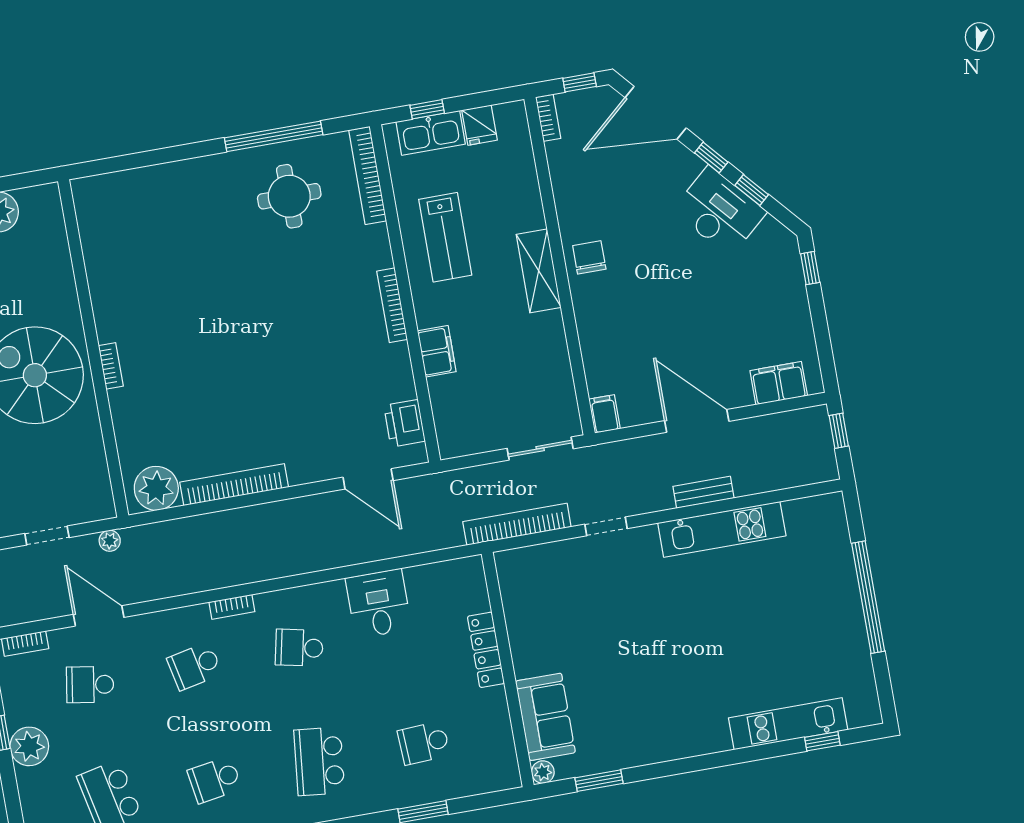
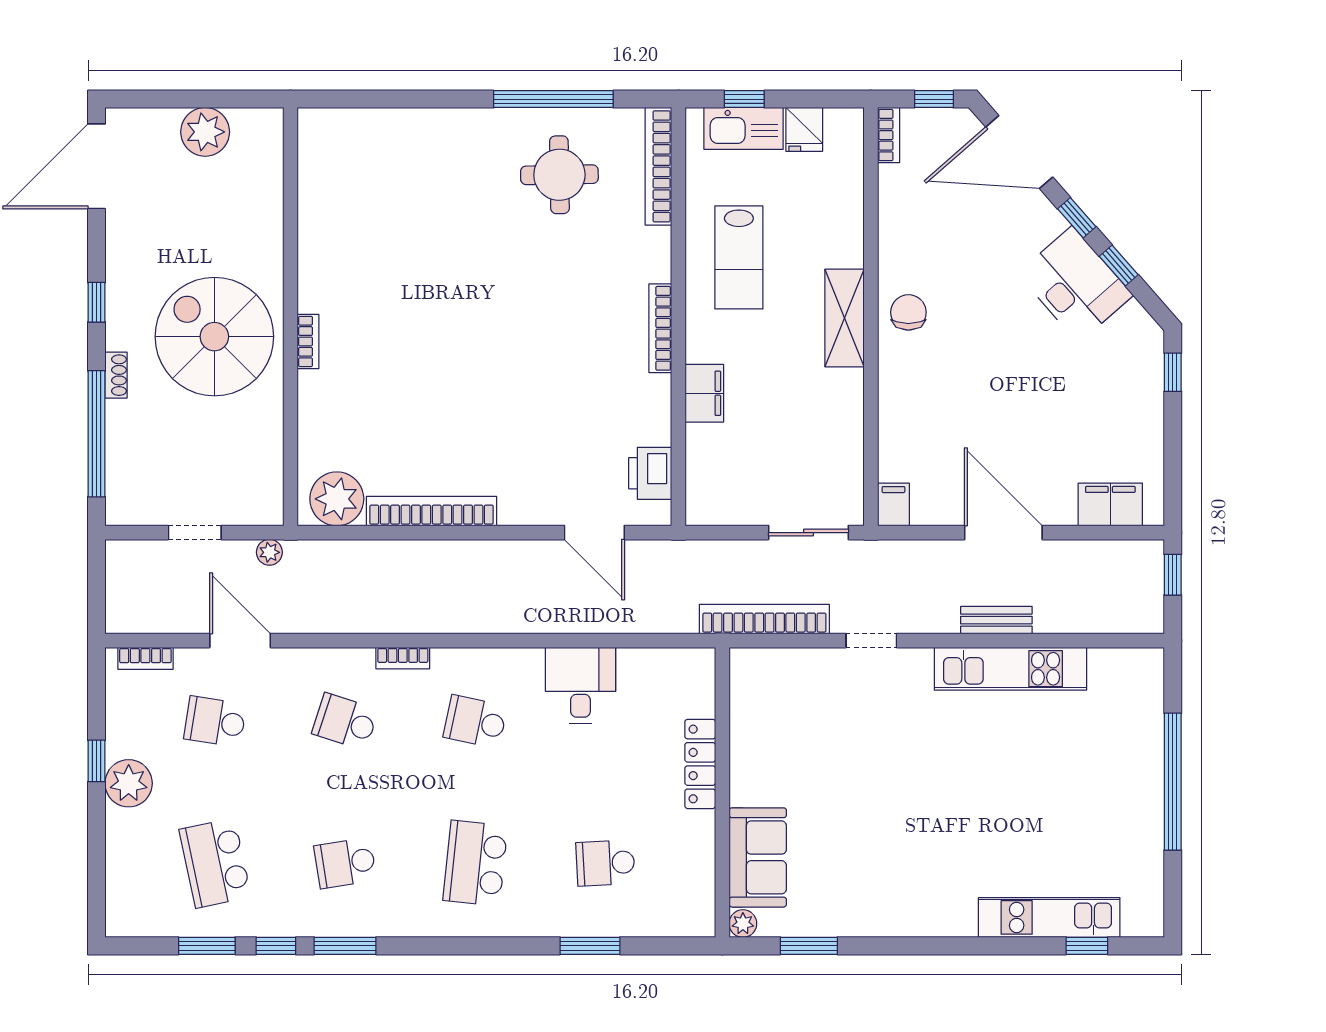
school desk: (195, 666) -> (345, 722), turned 30

